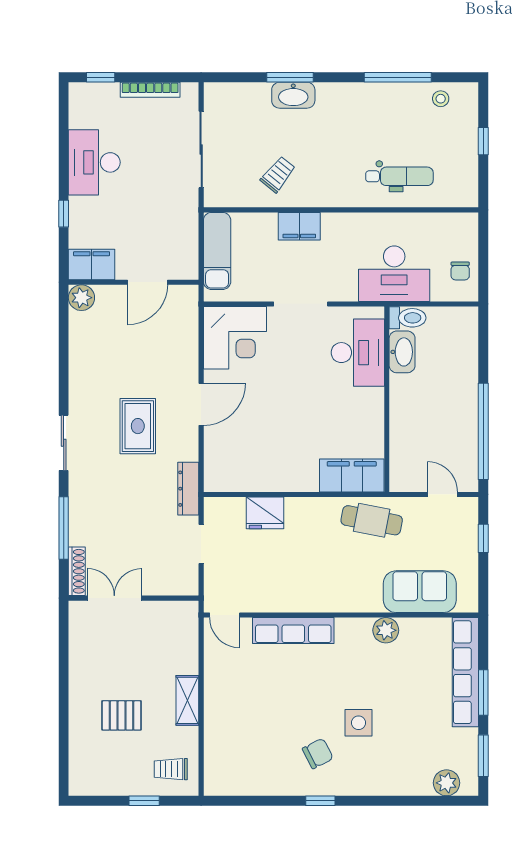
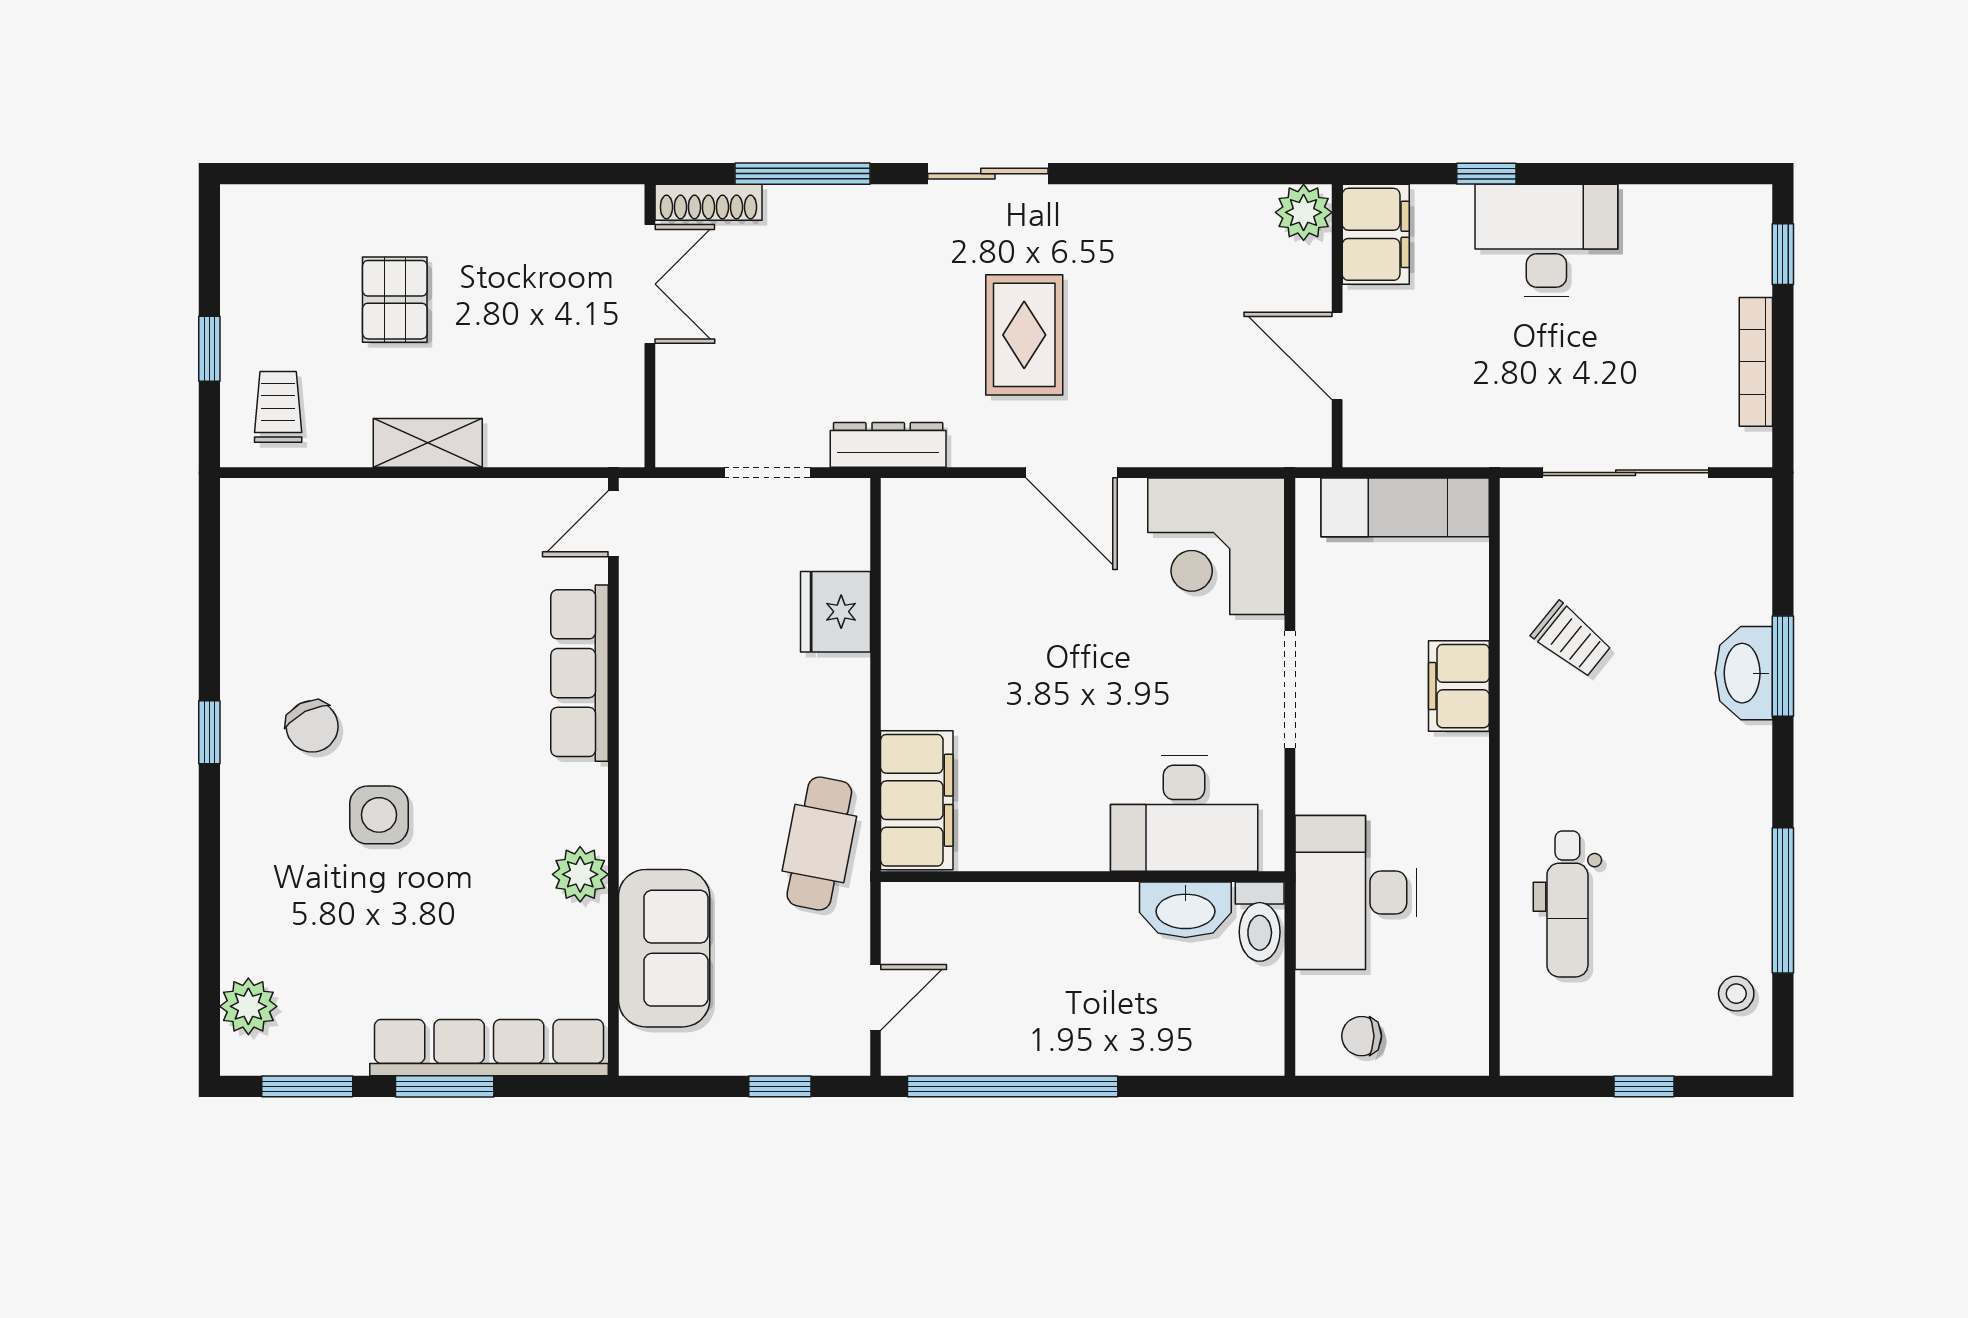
desk: (94, 162) -> (1546, 240), moved
rug: (138, 426) -> (1024, 335), turned 90

